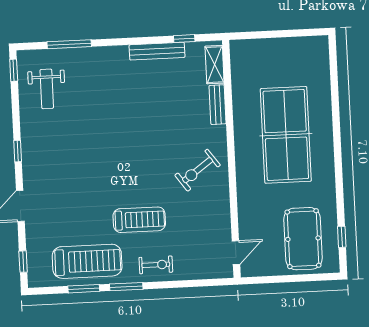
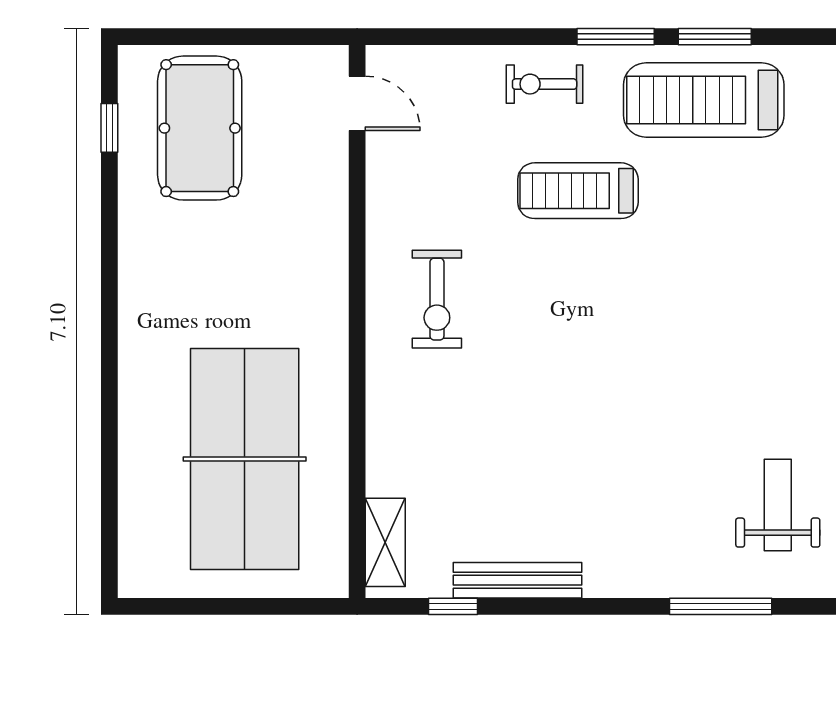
bench: (218, 105) -> (383, 449), removed
table tennis table: (286, 135) -> (245, 459), moved
exercise bike: (198, 170) -> (437, 299), turned 126
door: (236, 253) -> (357, 103), swing flipped

